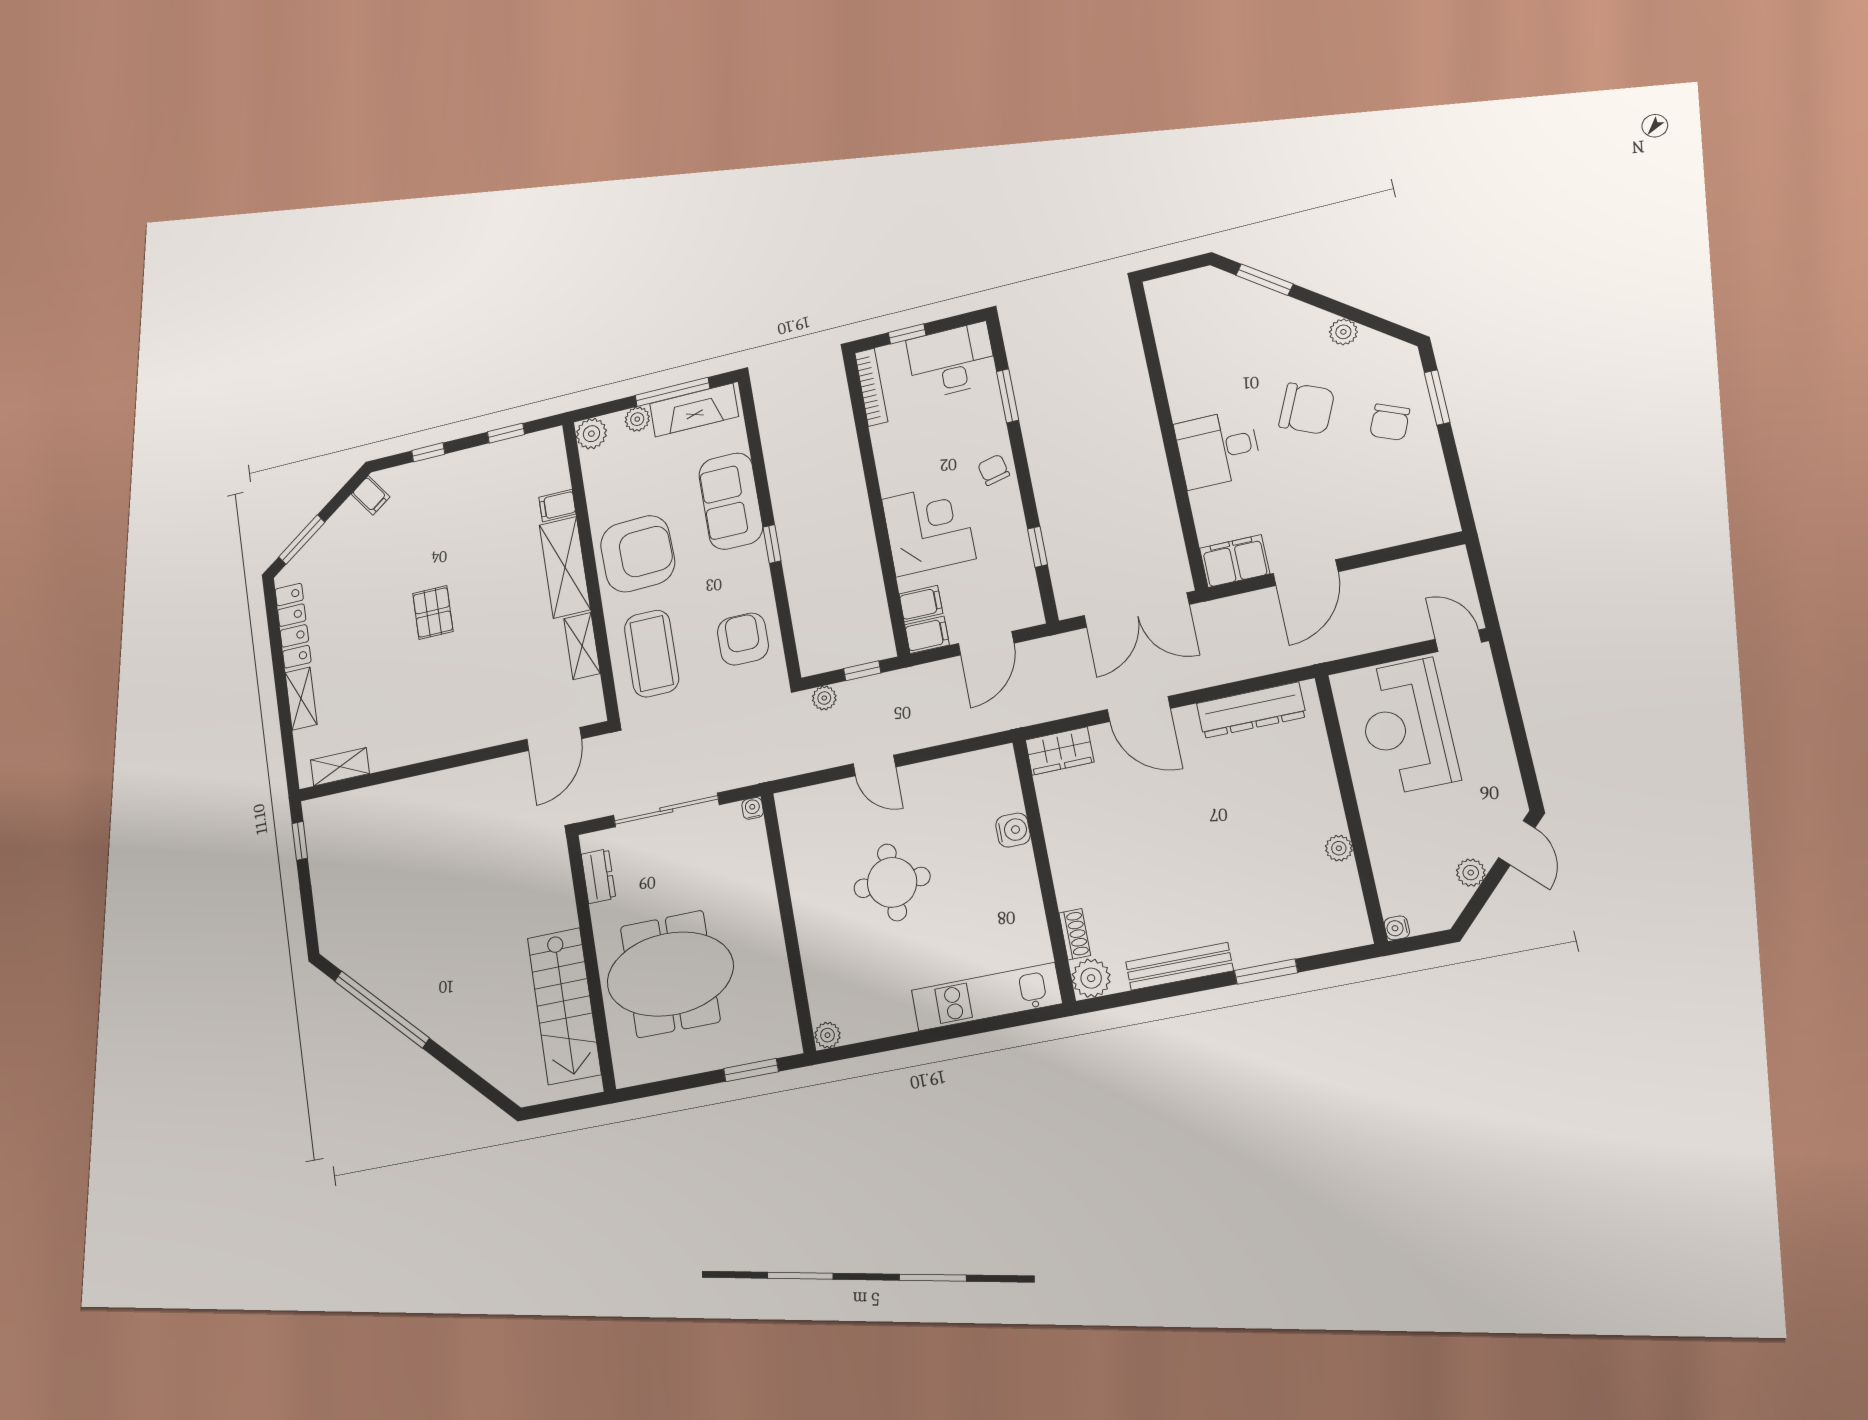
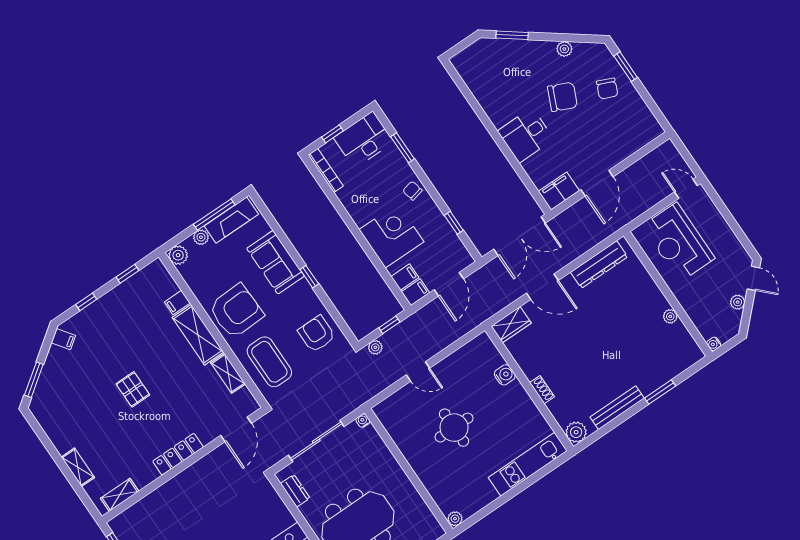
locker: (293, 626) -> (178, 454), moved, turned -90
shoe rack: (1075, 934) -> (542, 390), moved

